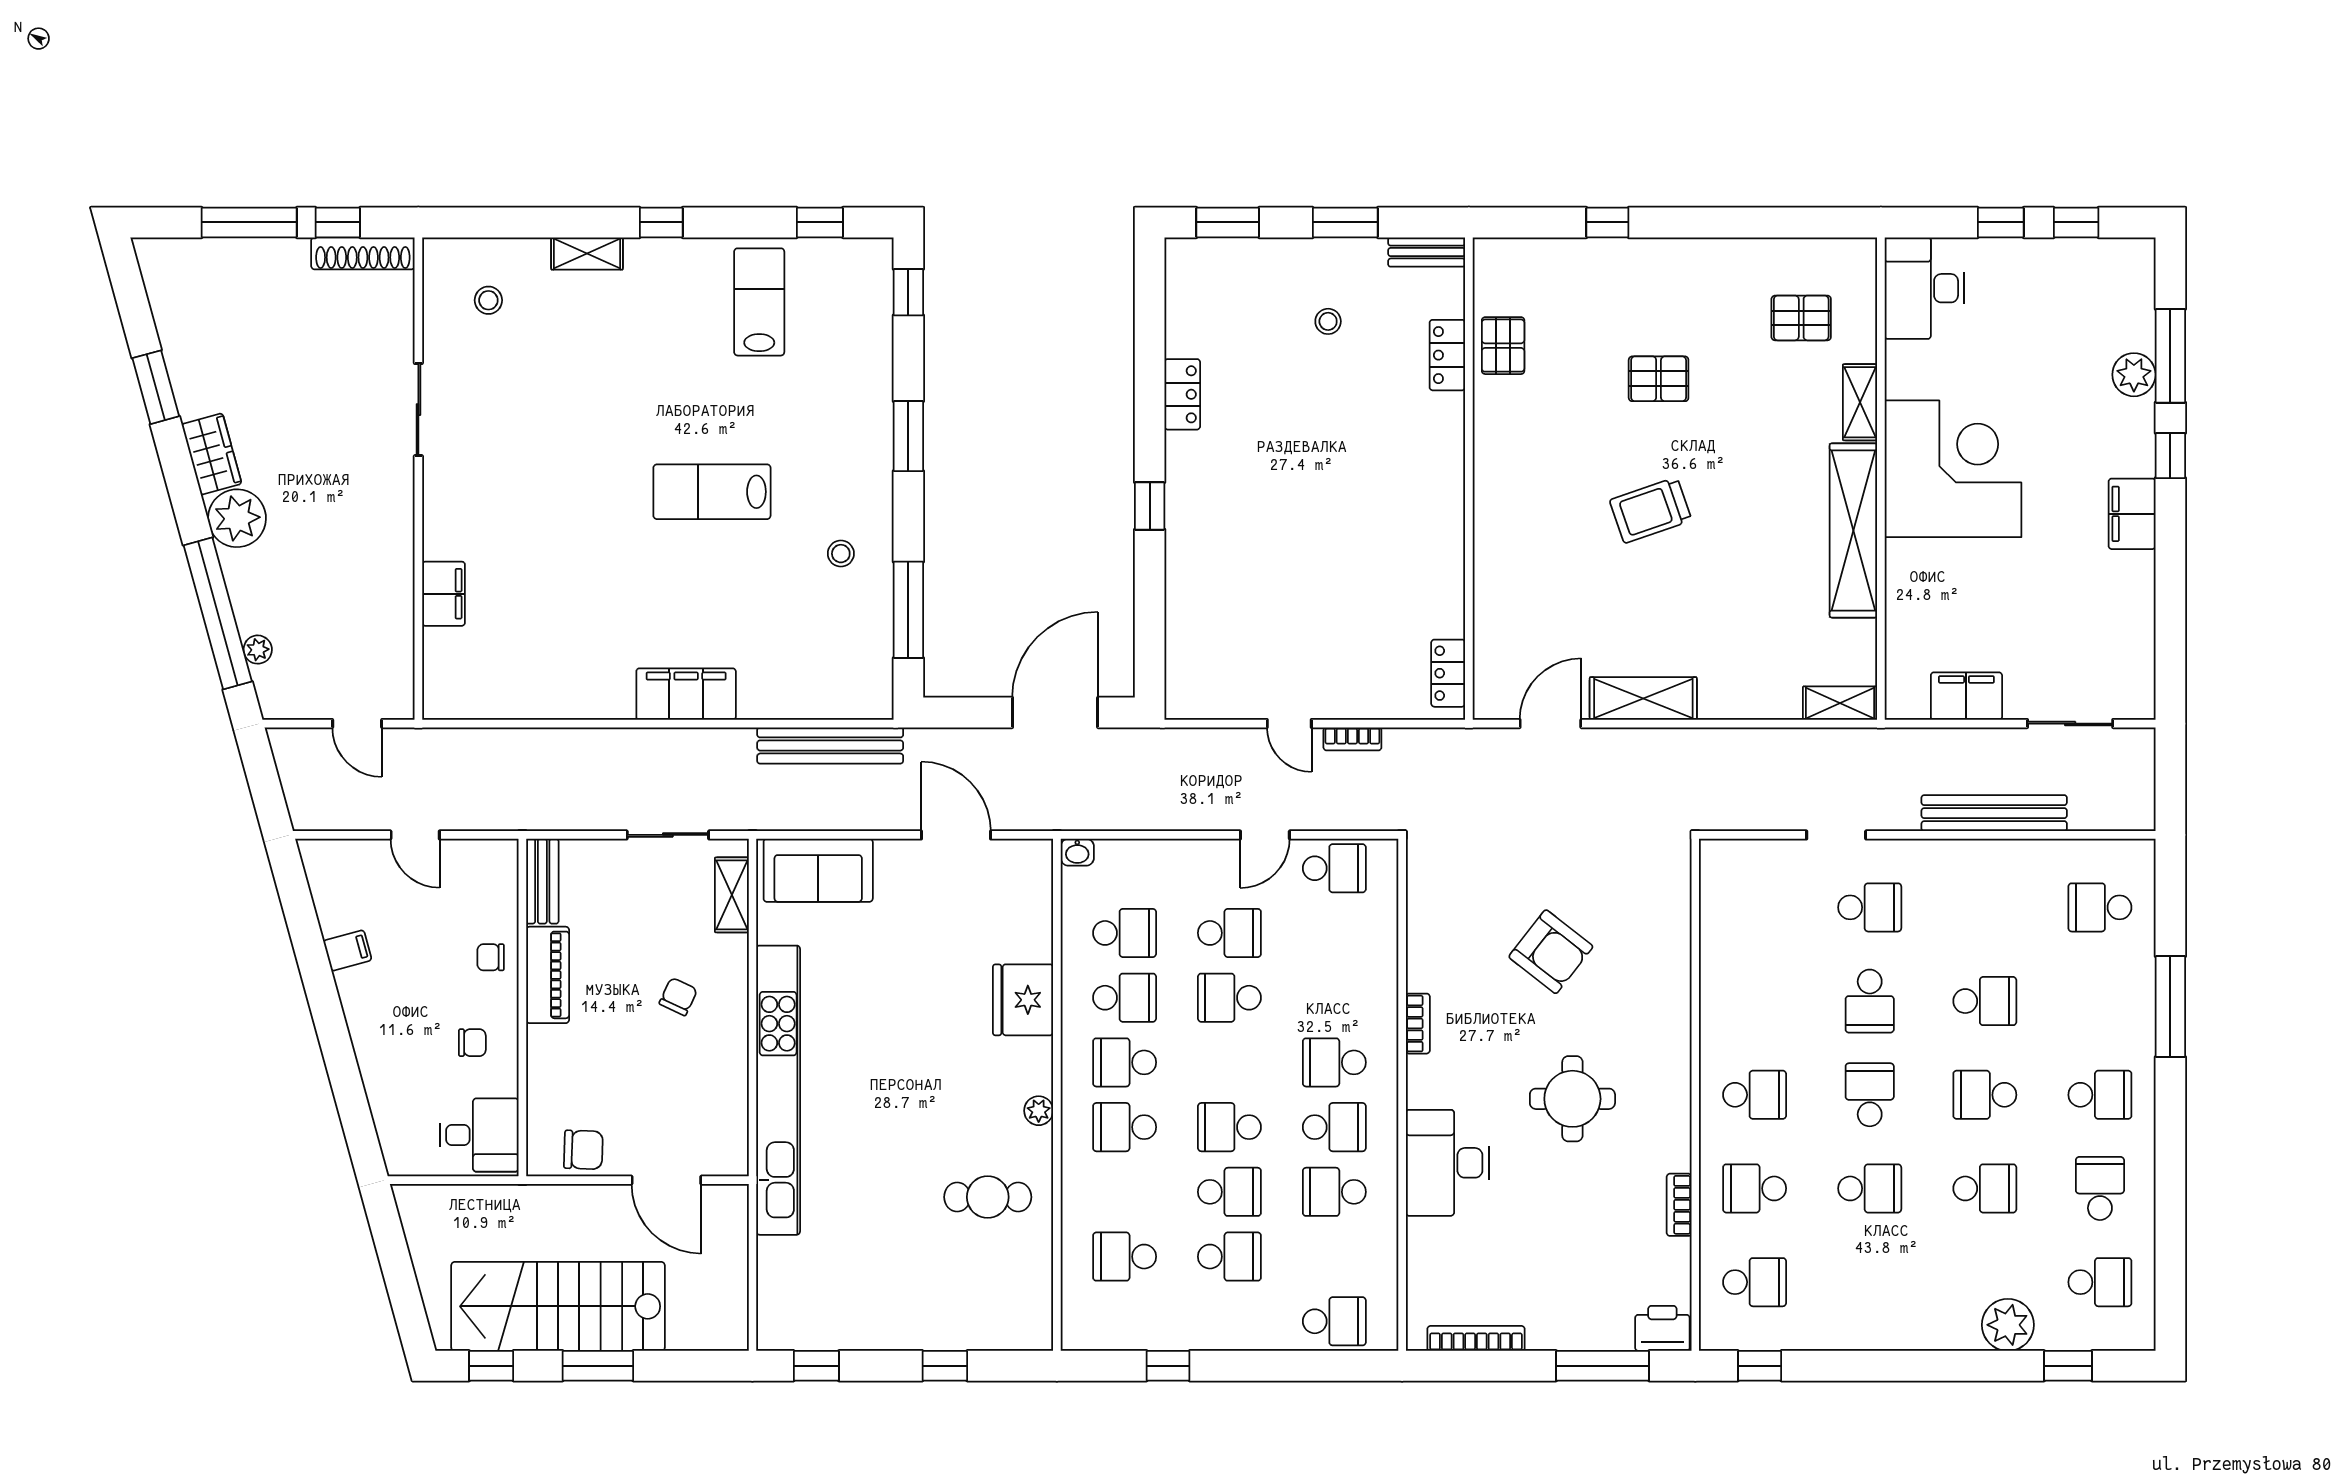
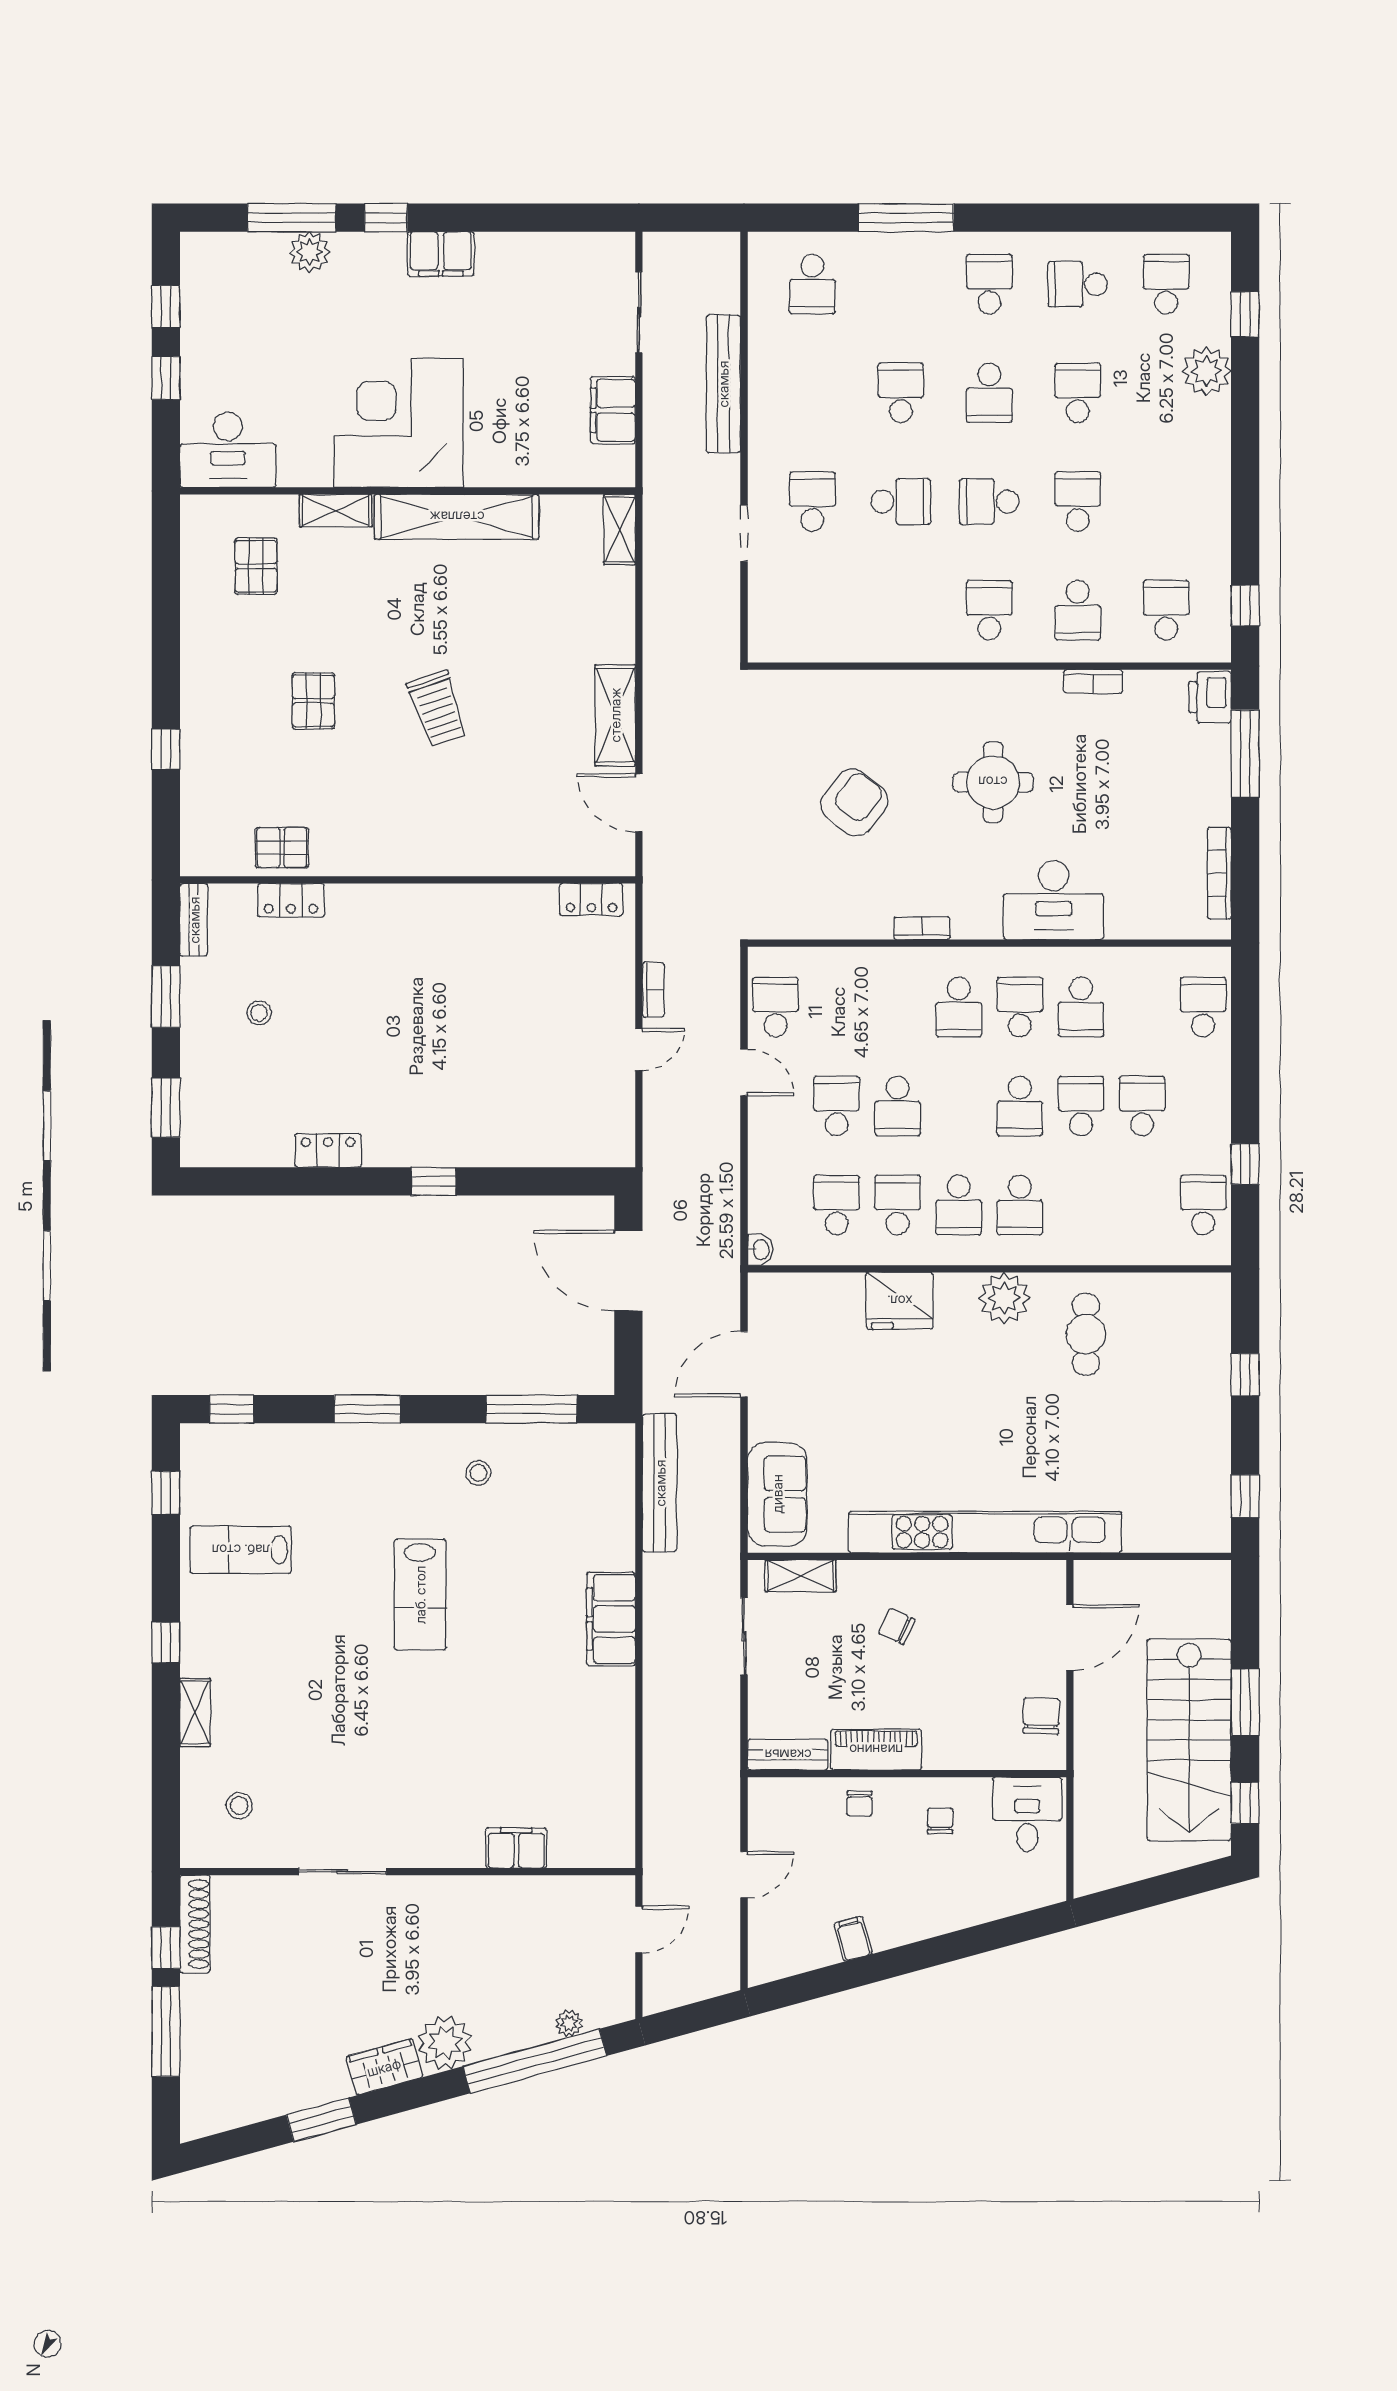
plant: (1039, 1111) -> (1004, 1298), width x1.88, depth x1.88
school desk: (1125, 1257) -> (1203, 1205), moved, turned 180

